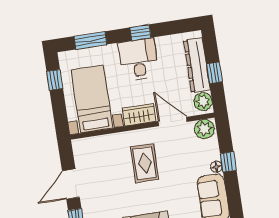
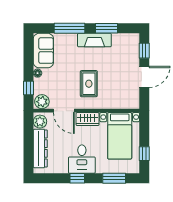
window: (214, 73) -> (28, 141), removed
window: (228, 162) -> (28, 88), moved

